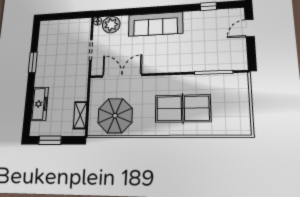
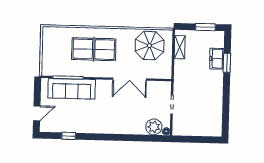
sofa: (155, 24) -> (72, 89), moved, turned 180
window: (33, 62) -> (227, 63), moved
double door: (122, 76) -> (130, 79), moved
freezer: (40, 104) -> (217, 59), width x0.71

